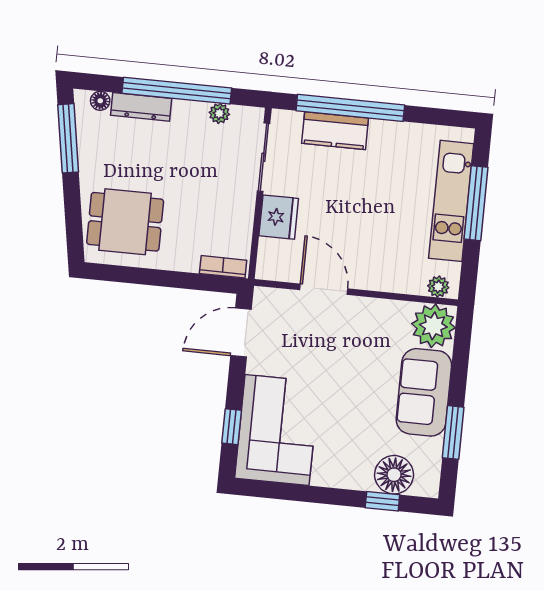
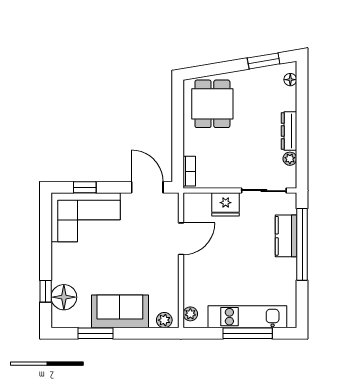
window: (177, 91) -> (302, 129), removed
dresser: (141, 107) -> (289, 131), moved
window: (68, 138) -> (264, 61), width x0.69
plant: (433, 326) -> (164, 320), width x0.53, depth x0.53

